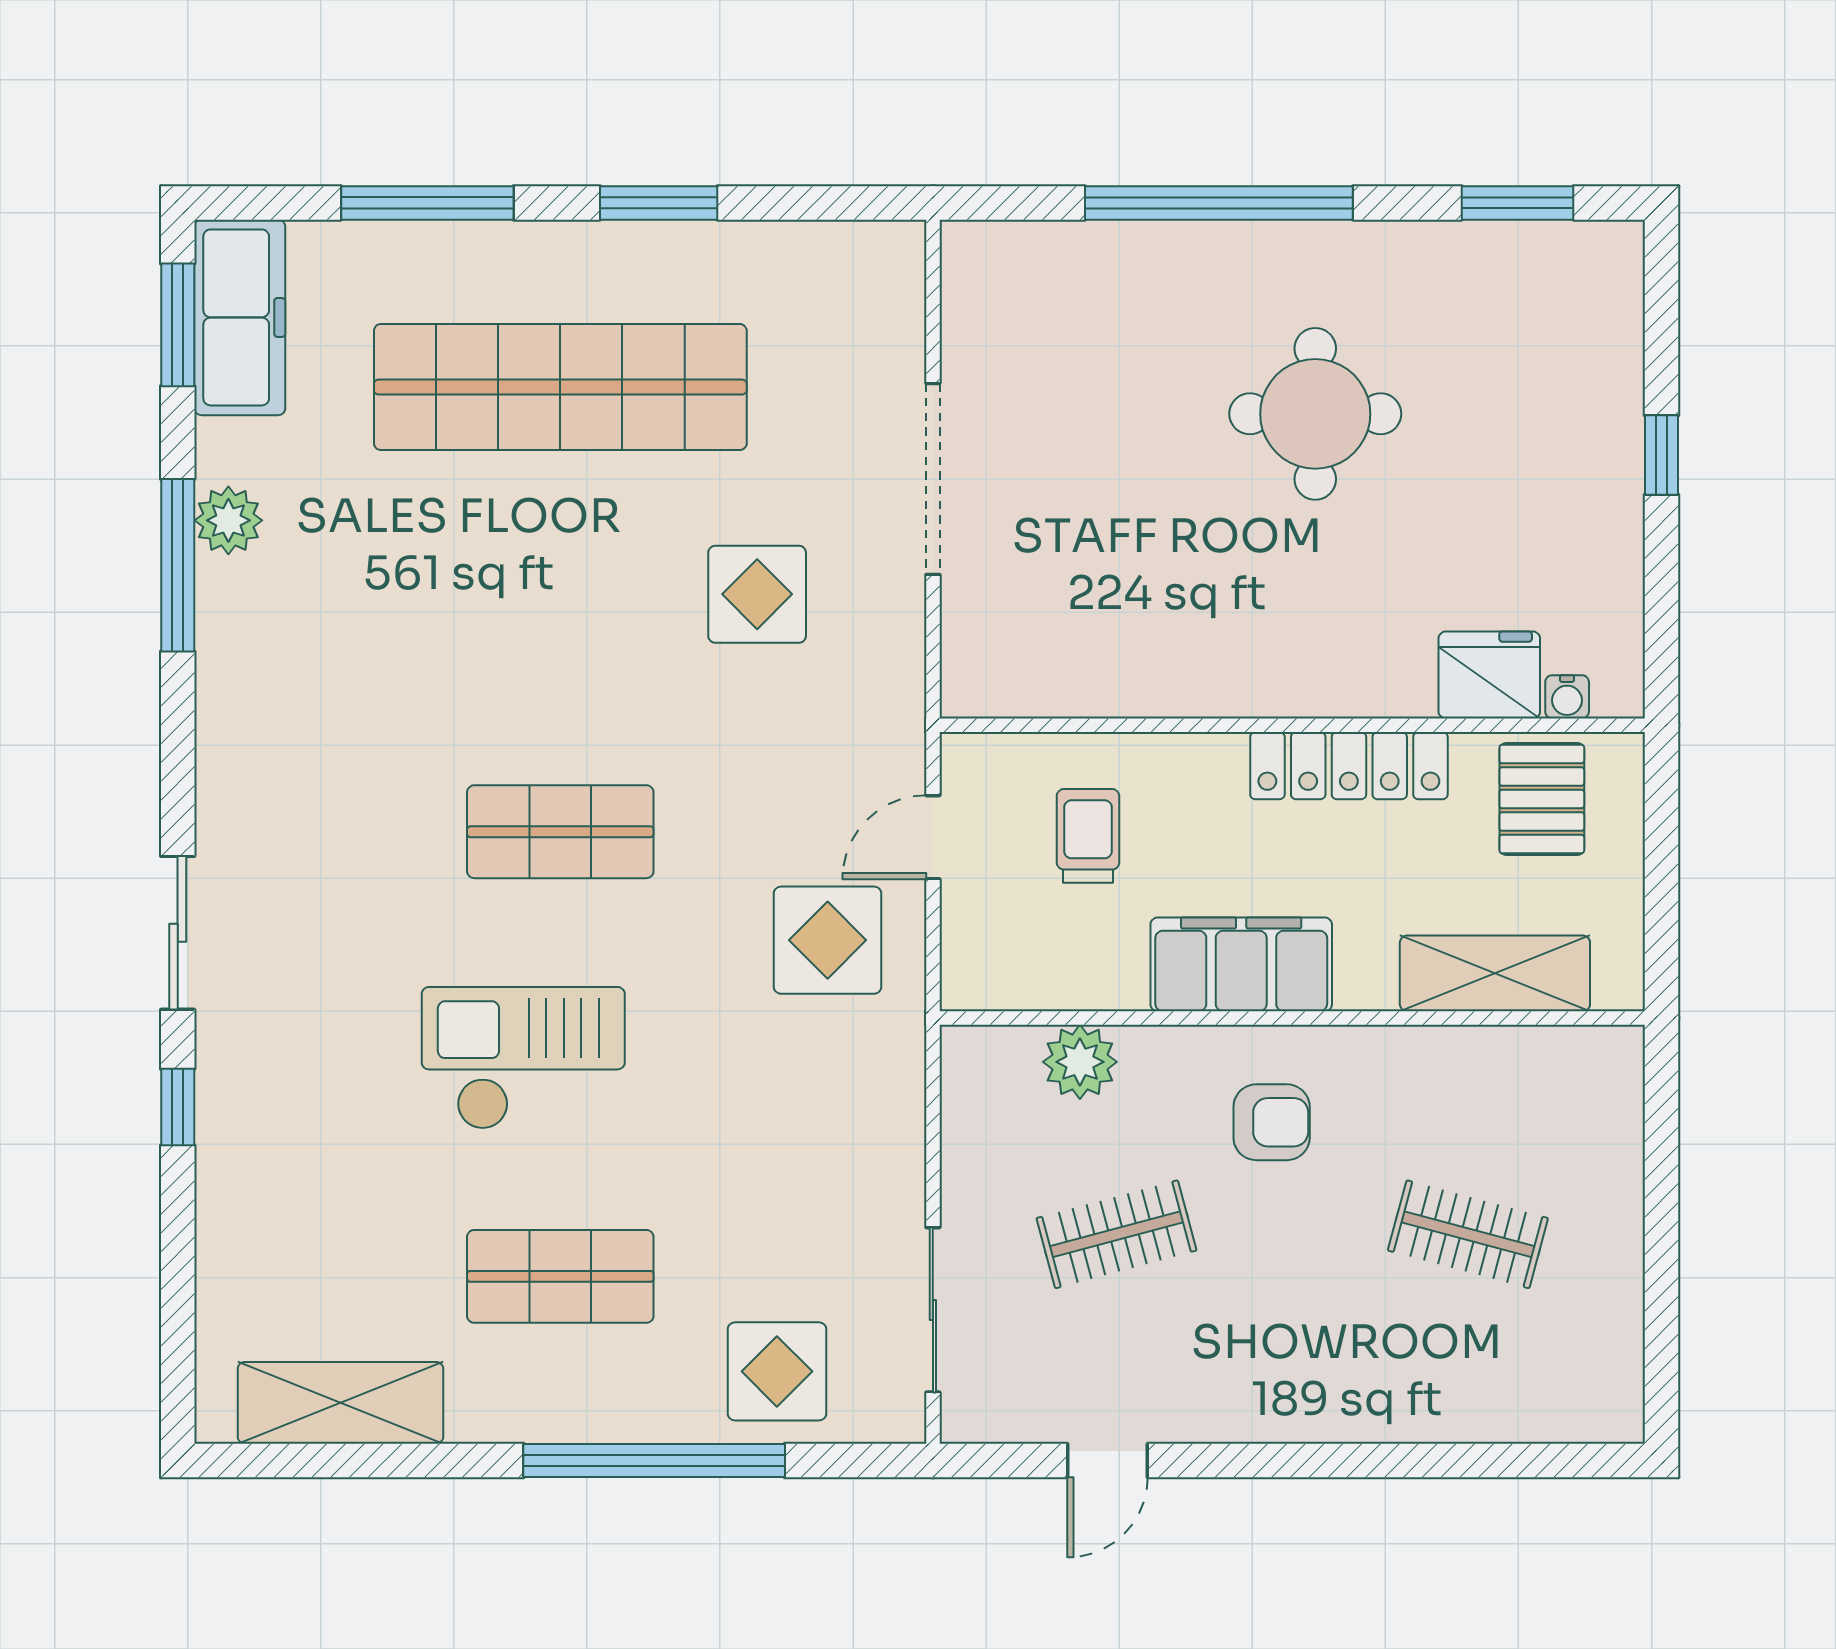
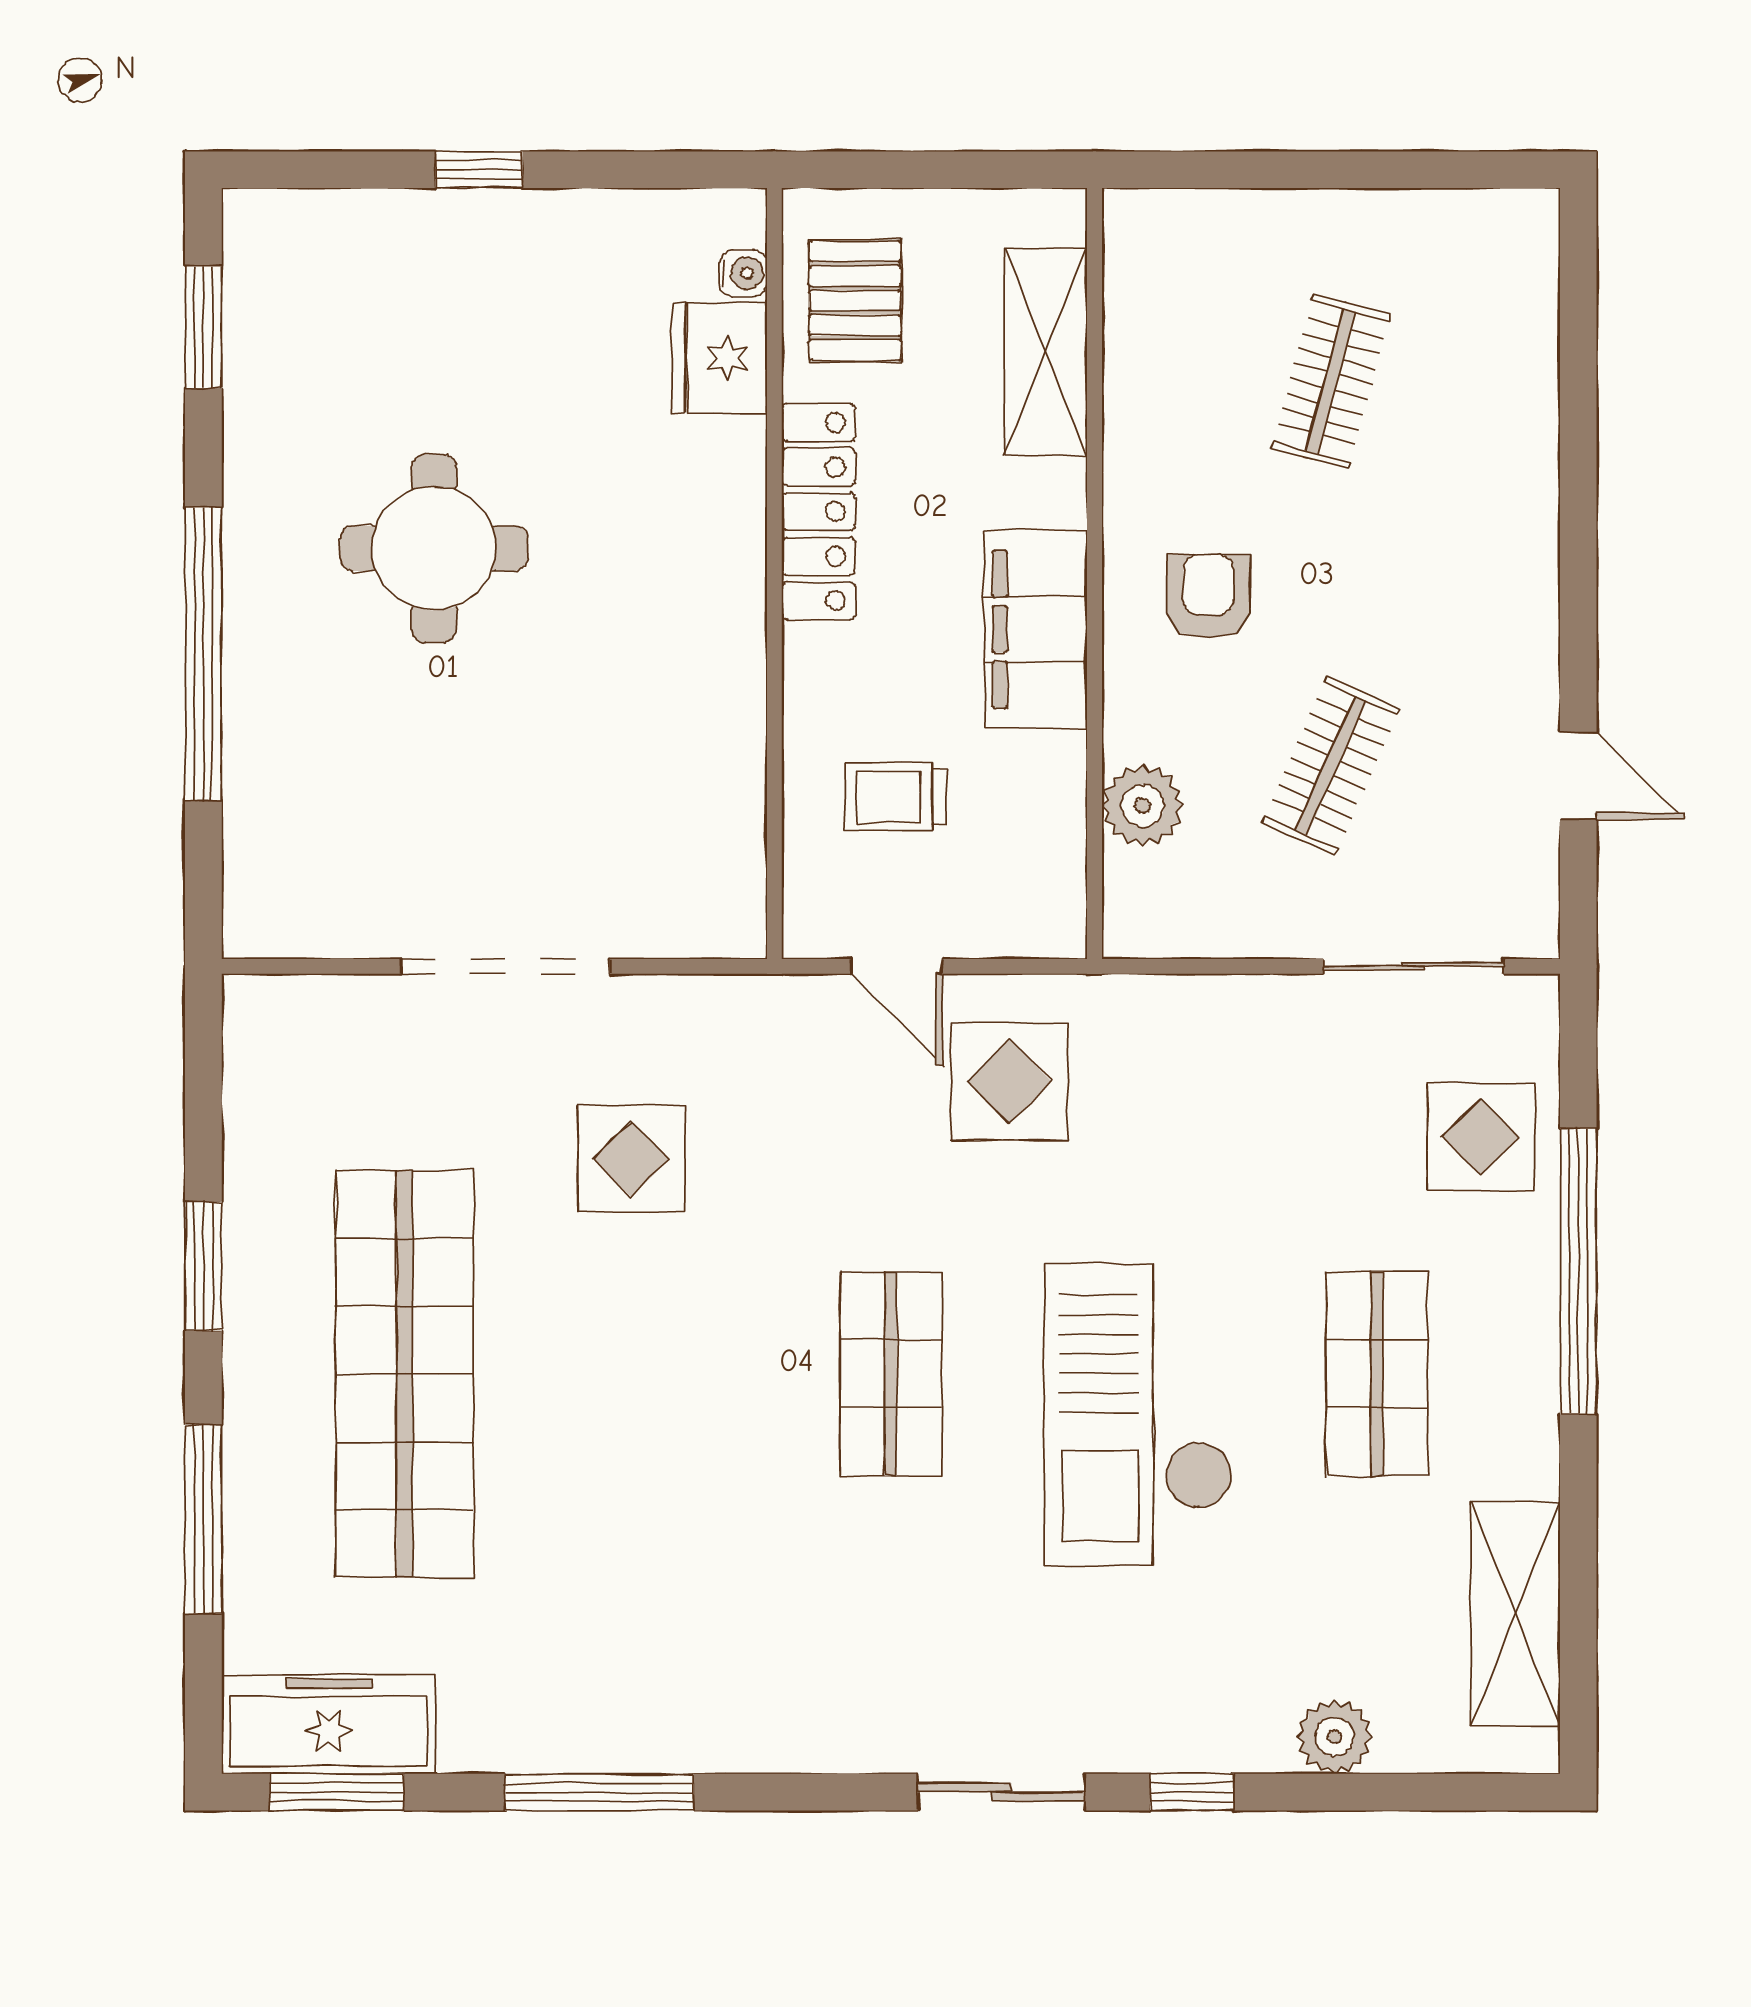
plant: (228, 520) -> (1335, 1737), moved
pallet: (1542, 799) -> (855, 301), turned 90
checkout: (523, 1058) -> (1138, 1414), width x1.36, depth x1.21
clothes rail: (1116, 1234) -> (1331, 766), turned 39

